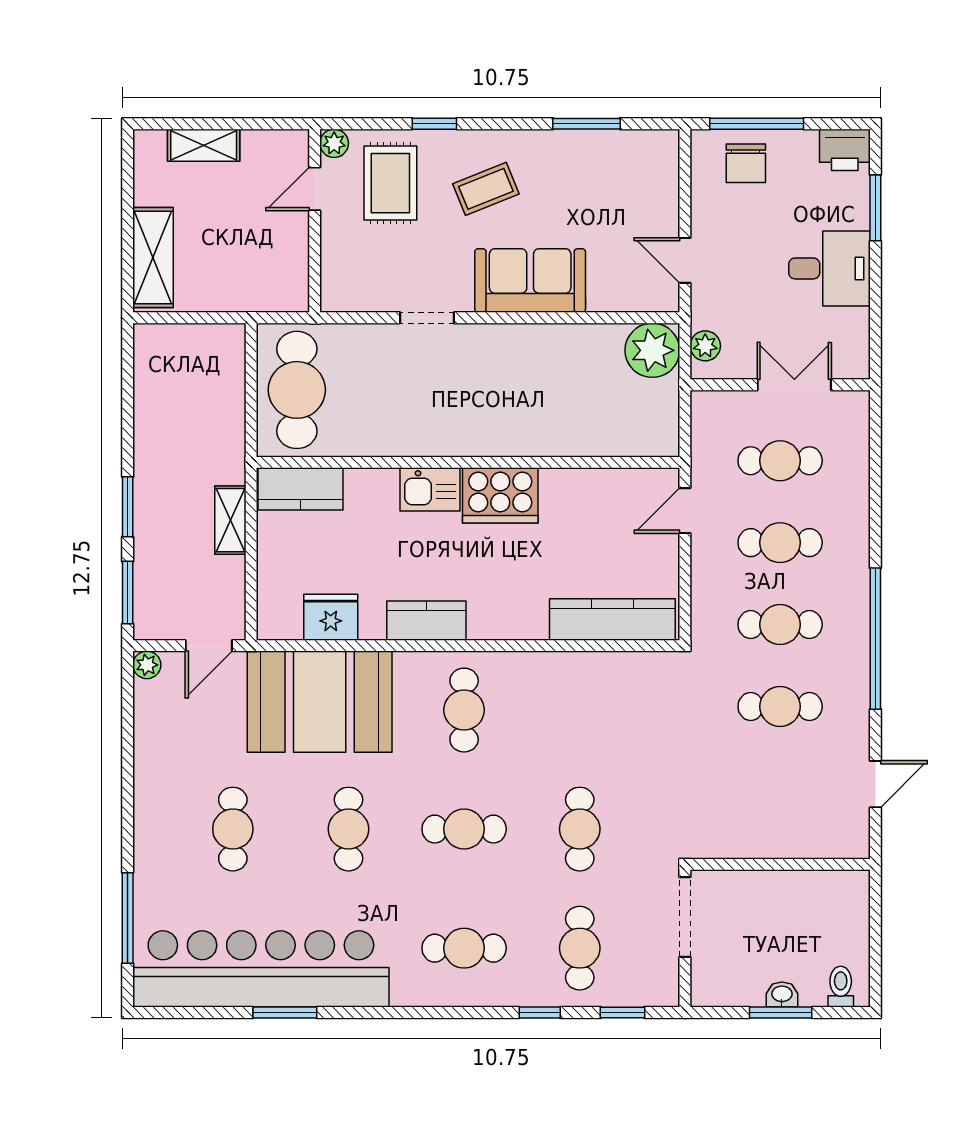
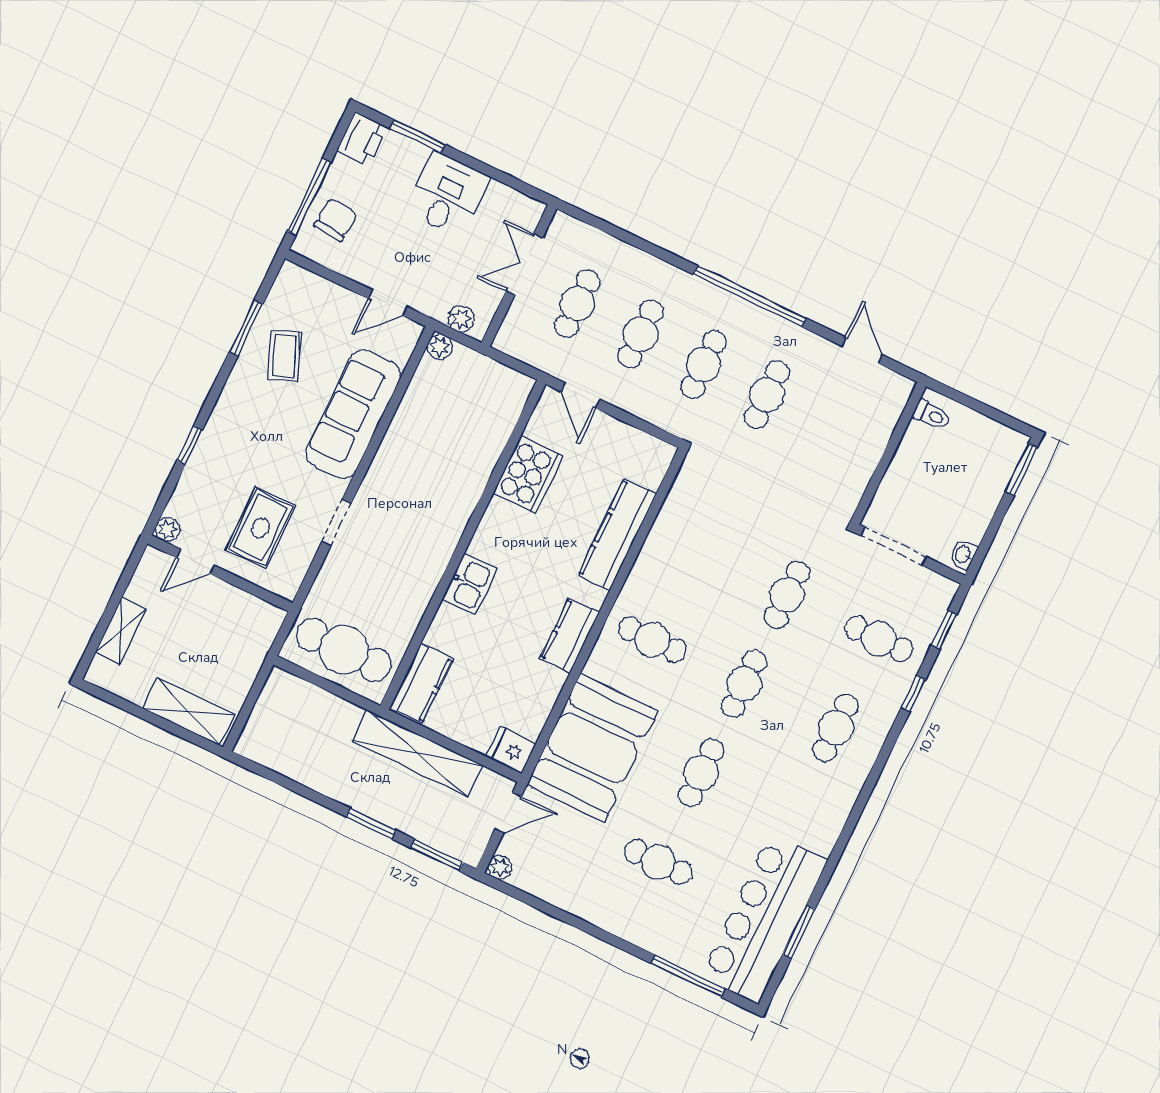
chair: (746, 163) -> (336, 220), turned -85
rug: (390, 183) -> (261, 528), moved, turned 90
door: (315, 189) -> (195, 562), hinge flipped
coffee table: (486, 189) -> (285, 356), moved
sofa: (530, 281) -> (353, 414), width x1.36
plant: (652, 350) -> (440, 347), width x0.53, depth x0.53
cooker: (500, 495) -> (528, 475), moved
shelving: (230, 520) -> (417, 753), width x2.20, depth x1.33
fridge: (331, 617) -> (511, 750), moved, width x0.72
kitchen counter: (612, 620) -> (617, 534), moved
door: (209, 646) -> (508, 812), hinge flipped
cafe table: (348, 829) -> (701, 773), turned 90
cafe table: (580, 829) -> (787, 595), turned 90
bar counter: (261, 969) -> (764, 918), width x0.73
toilet: (841, 987) -> (931, 415), moved, turned 180
washbasin: (782, 995) -> (963, 555), moved
window: (285, 1012) -> (799, 932), moved
window: (781, 1012) -> (1021, 469), moved

